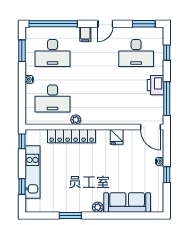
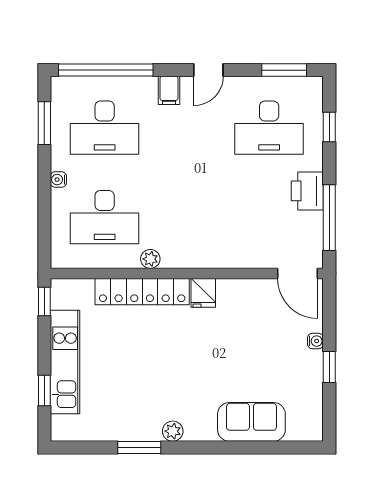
fridge: (117, 137) -> (203, 293), moved
sofa: (127, 202) -> (251, 422), width x0.73
plant: (98, 207) -> (173, 431), moved

